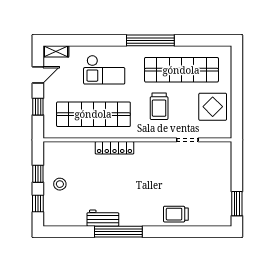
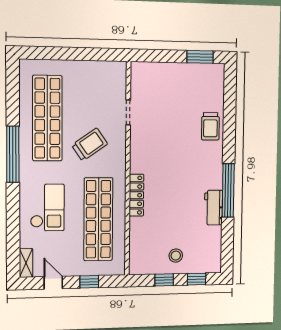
trolley: (159, 106) -> (90, 145), turned -35
display table: (213, 107) -> (90, 83), removed

